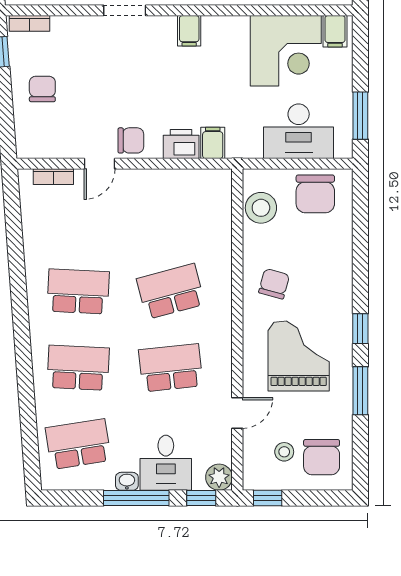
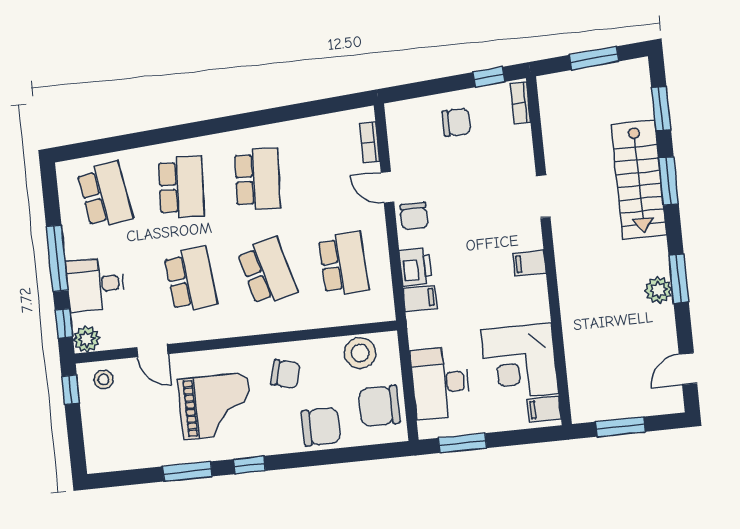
school desk: (171, 215) -> (343, 264), added
stool: (284, 452) -> (104, 379), moved
chair: (322, 457) -> (321, 427), moved, turned 180
washbasin: (127, 481) -> (73, 247), removed

